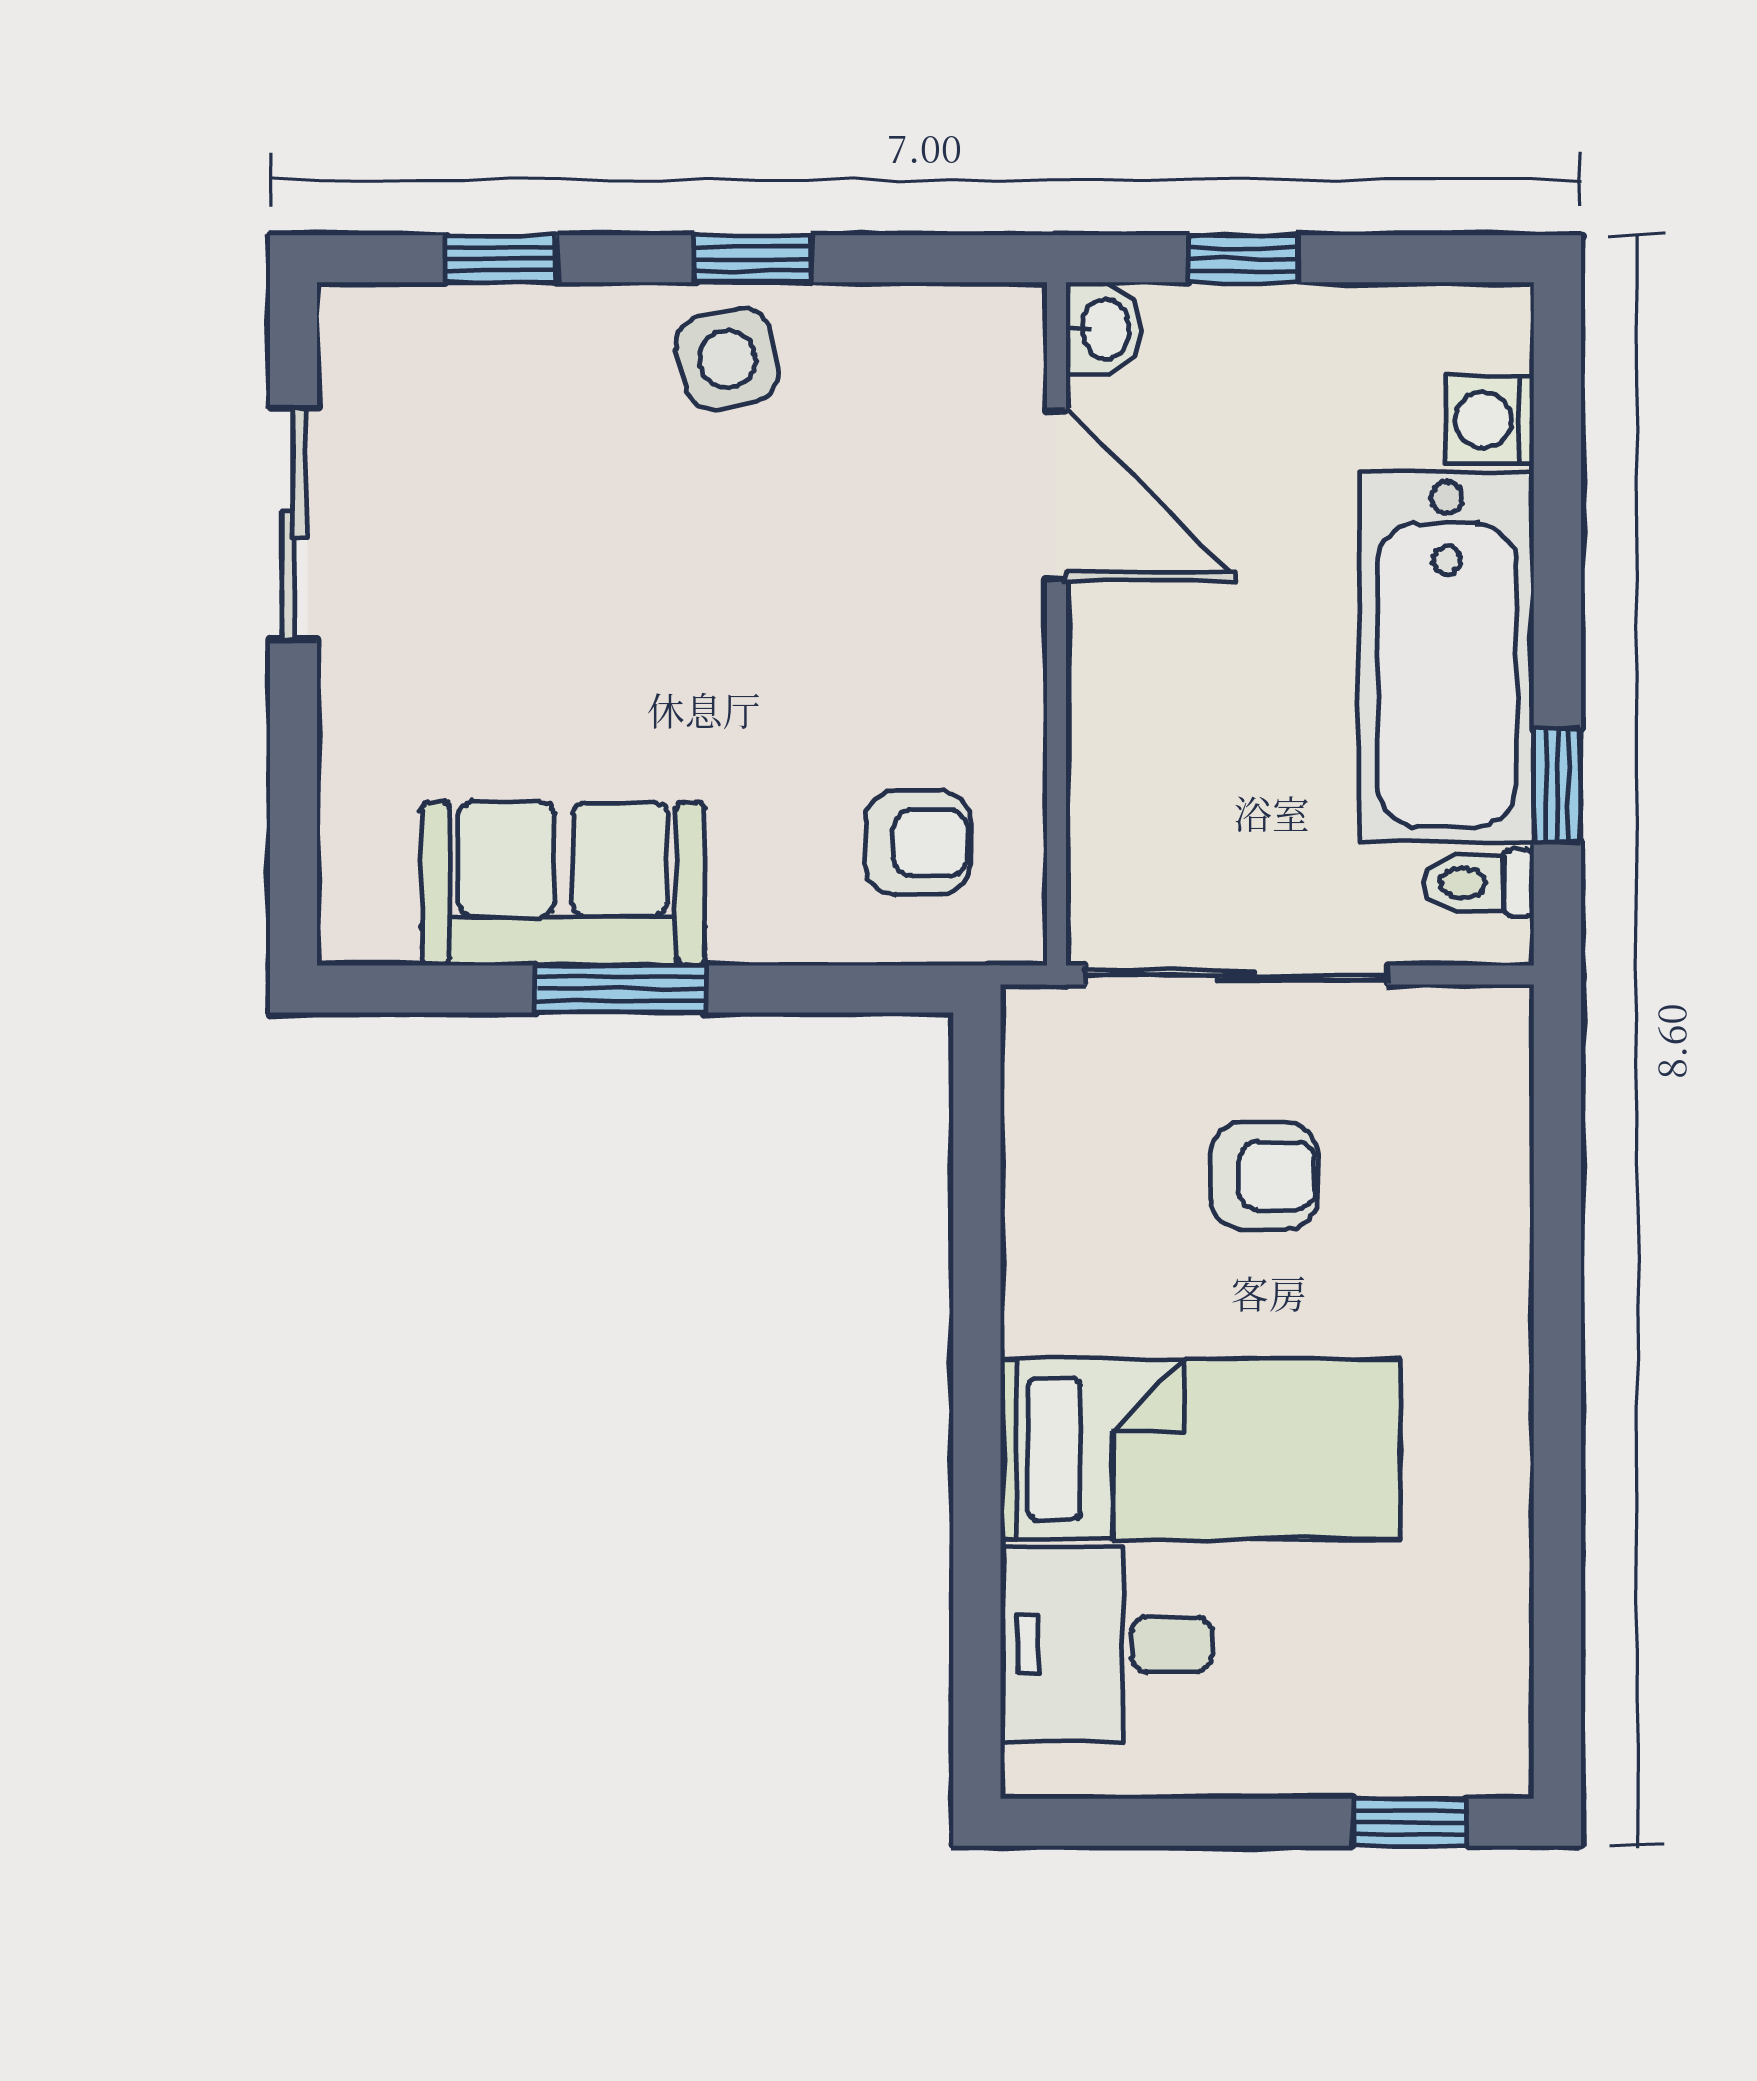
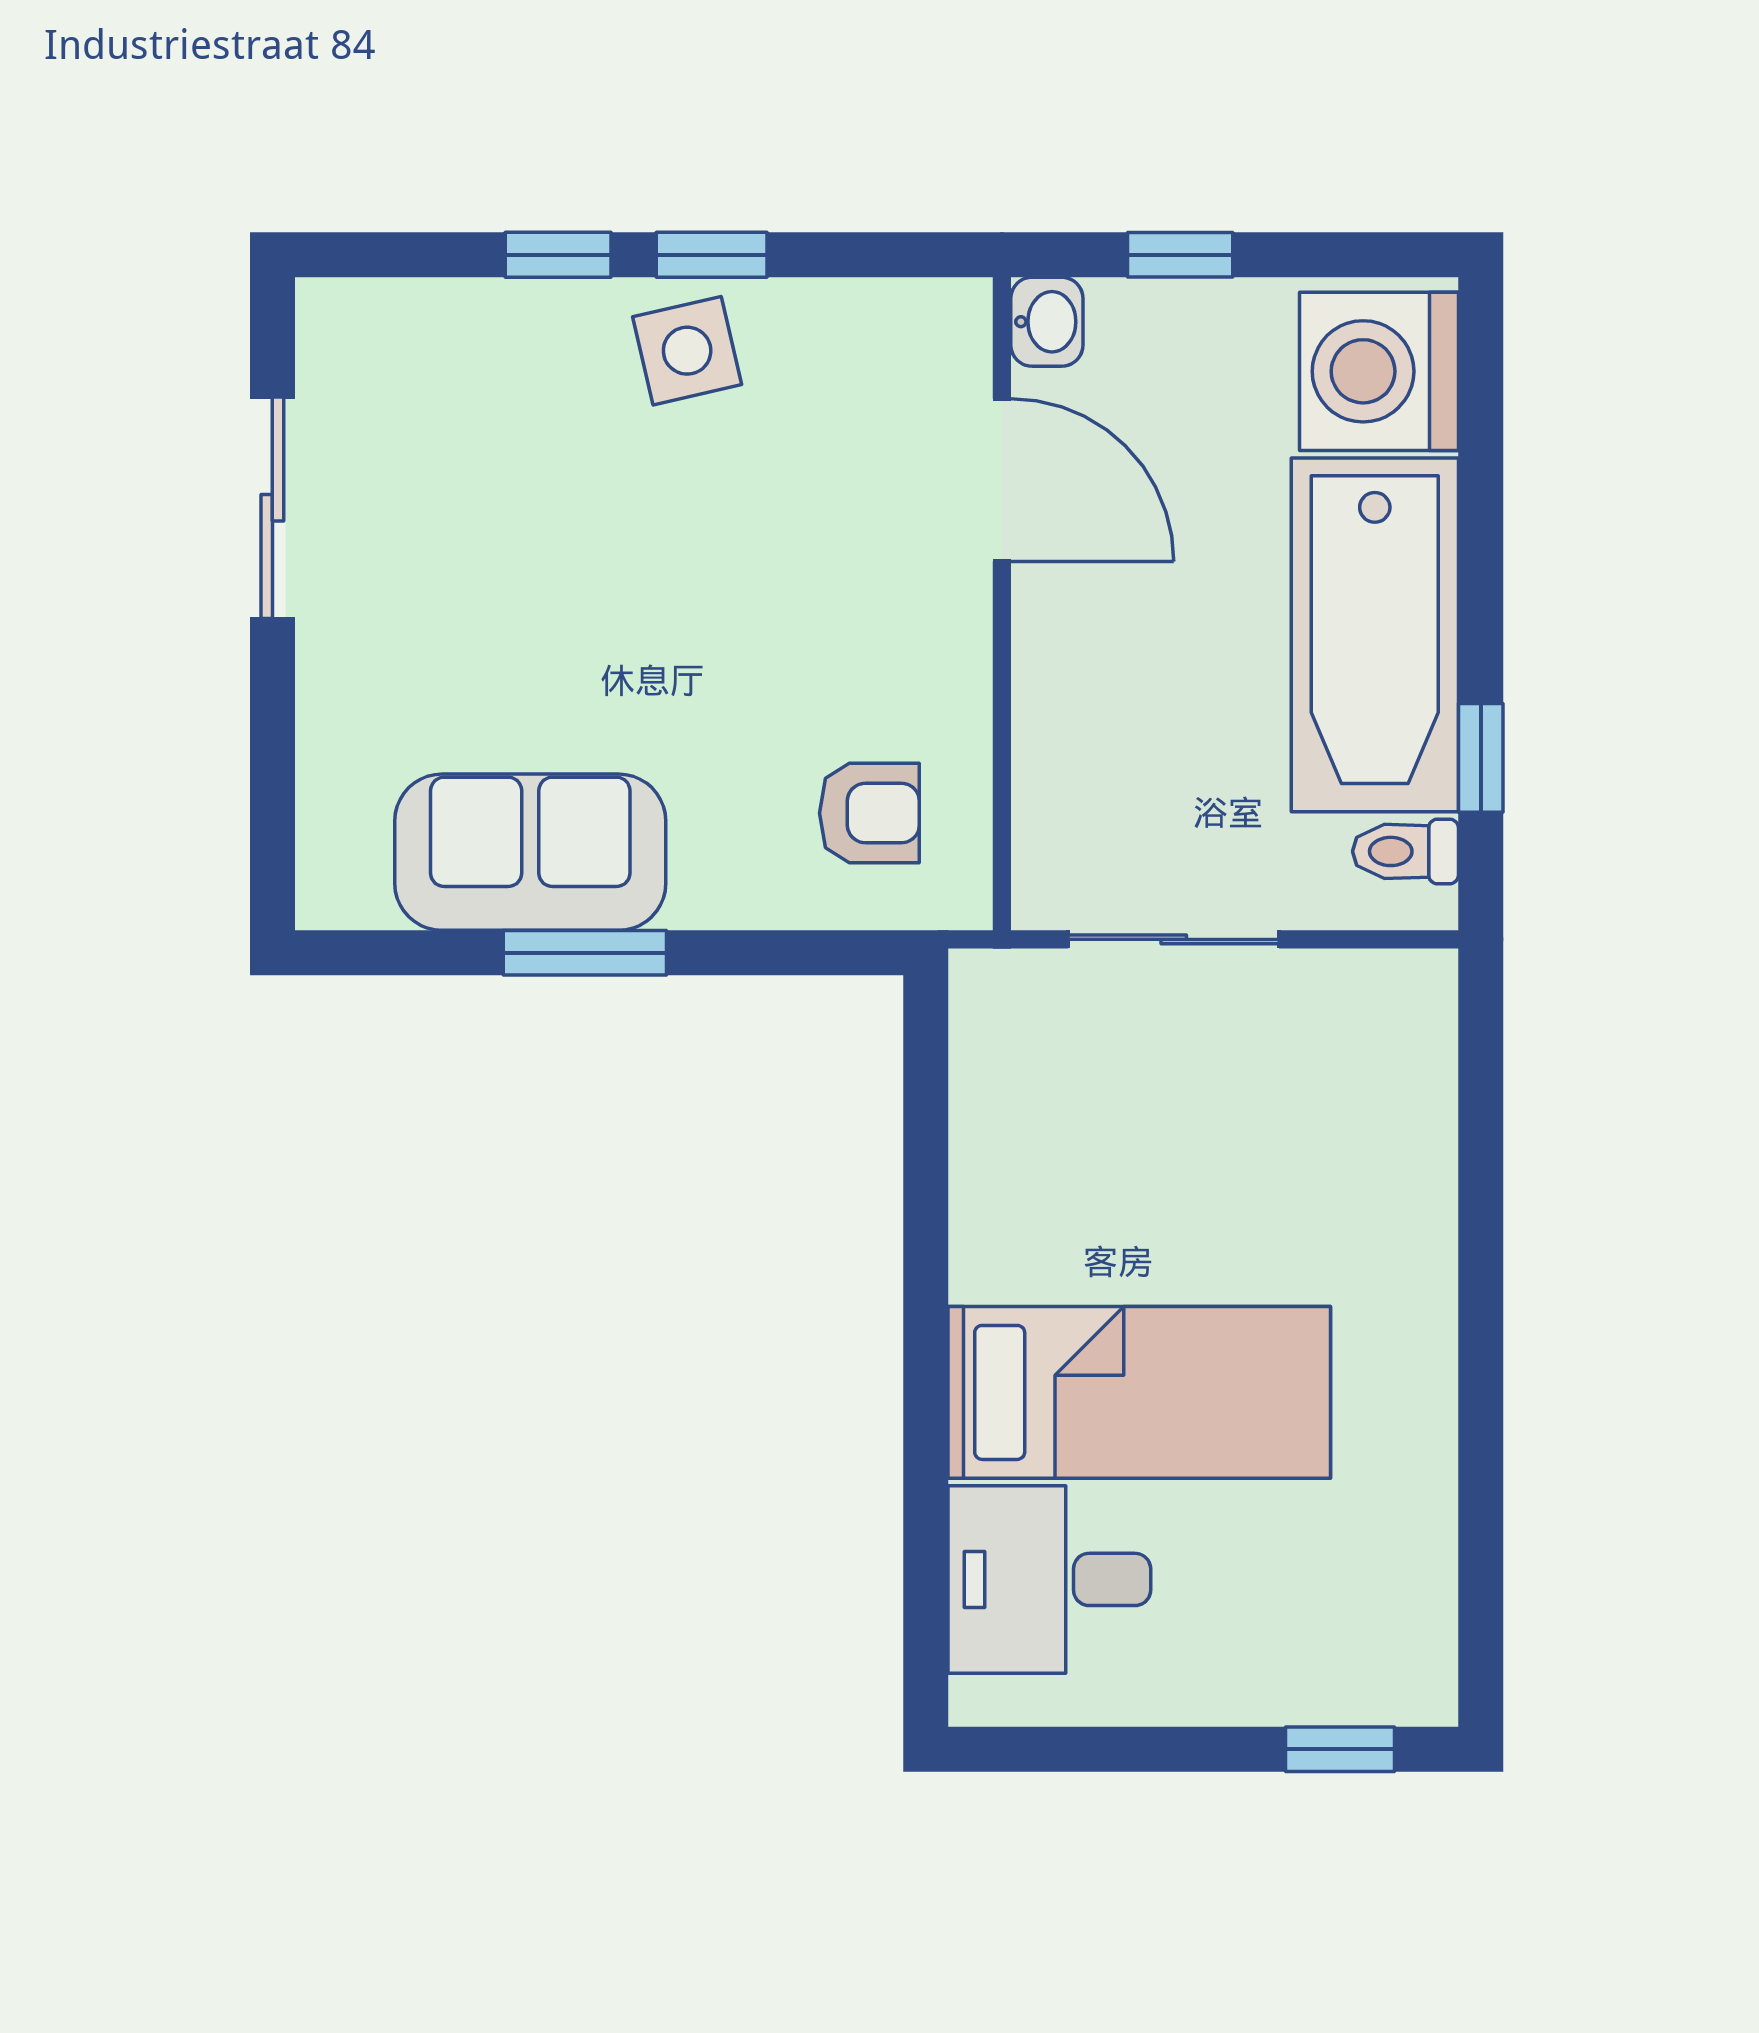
window: (501, 259) -> (558, 255), moved
washing machine: (1490, 420) -> (1379, 371), width x1.89, depth x1.89
sliding door: (1236, 975) -> (1174, 939), width x0.73
armchair: (1264, 1176) -> (1200, 1131), removed

